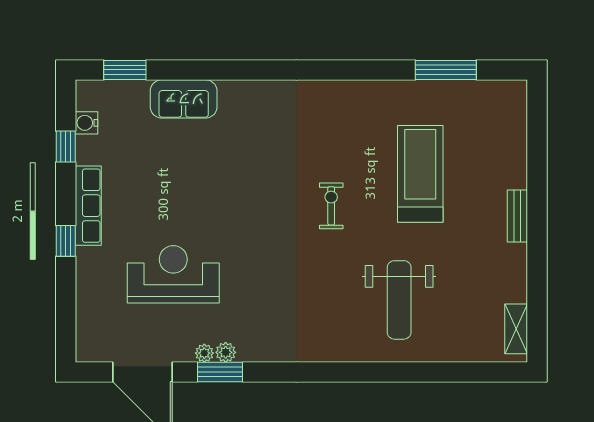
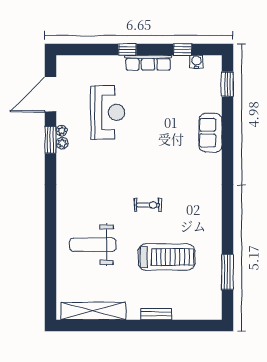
sofa: (184, 99) -> (210, 133), moved
bench: (517, 216) -> (156, 314), moved
shelving: (516, 329) -> (93, 311), width x2.20, depth x1.33

